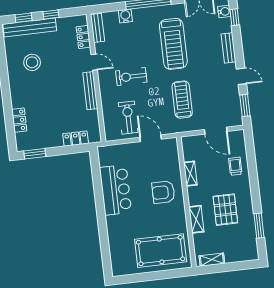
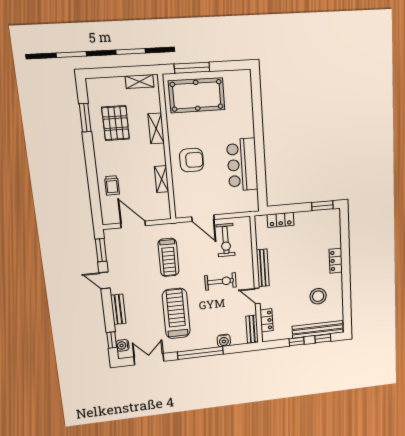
locker: (19, 120) -> (336, 261), moved
pallet: (225, 210) -> (116, 123), moved
window: (166, 274) -> (192, 68), added

